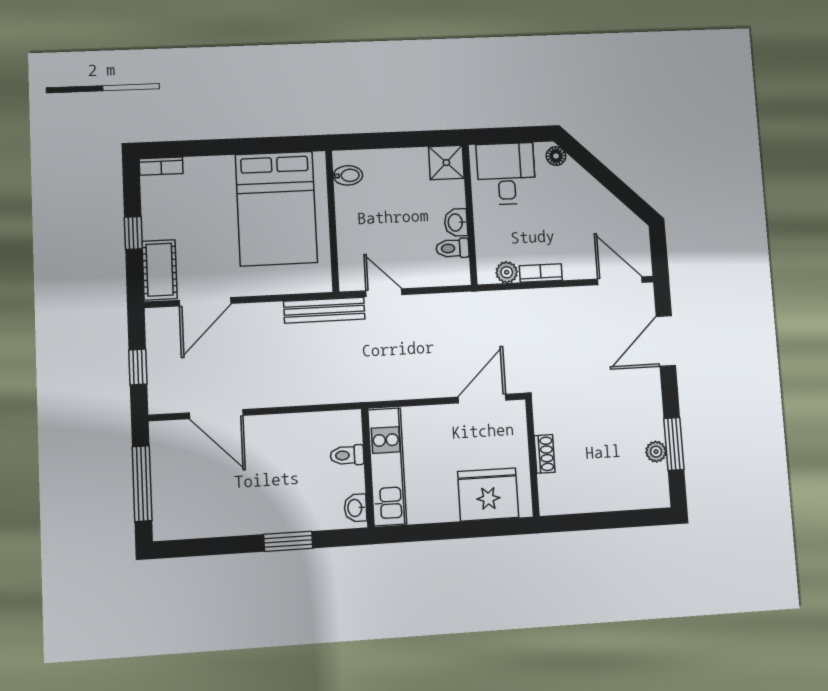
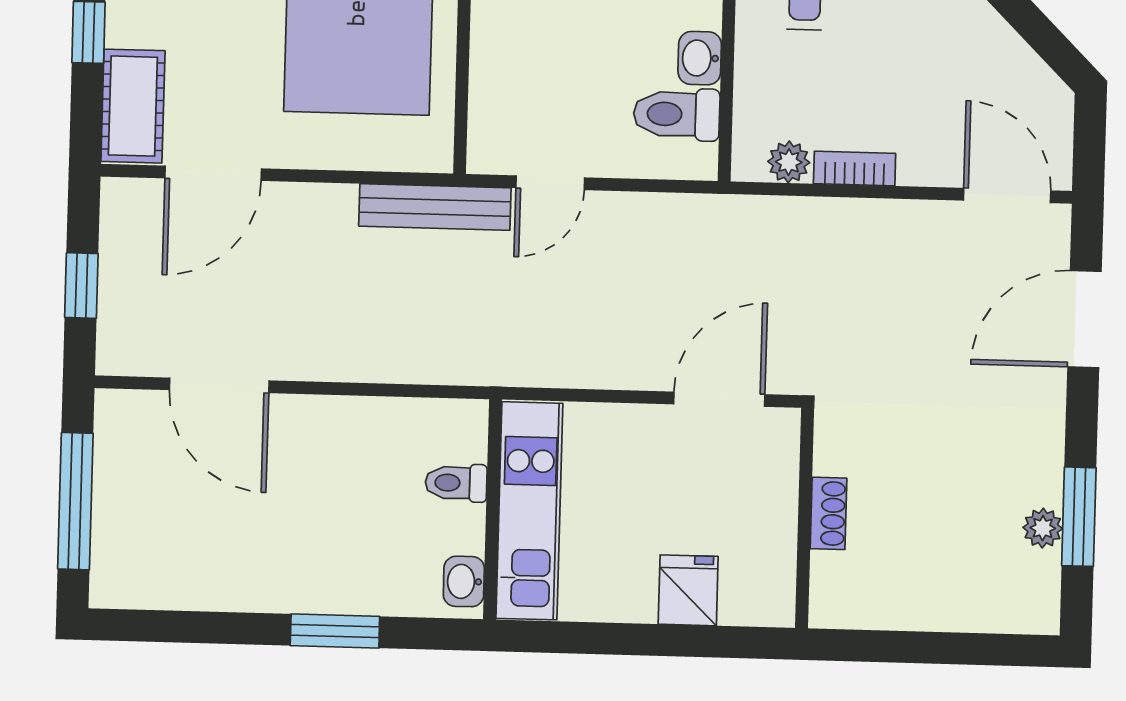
toilet: (453, 248) -> (677, 114), width x1.37, depth x1.39
door: (384, 293) -> (550, 183), swing flipped
fridge: (488, 494) -> (688, 590), width x0.53, depth x0.75

